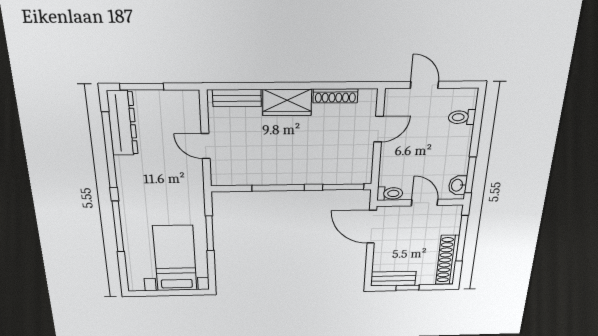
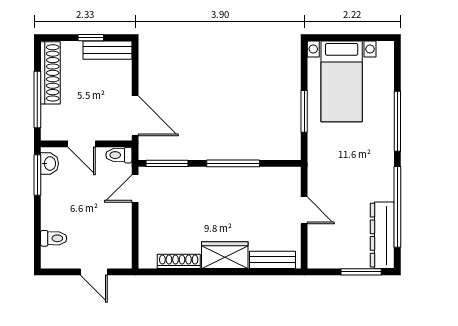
door: (379, 129) -> (135, 189), moved

